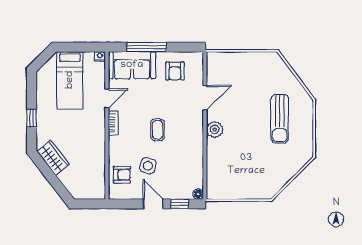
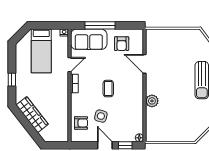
door: (205, 97) -> (144, 64), swing flipped
plant: (215, 130) -> (152, 101), moved
wardrobe: (53, 158) -> (32, 115), width x1.50

